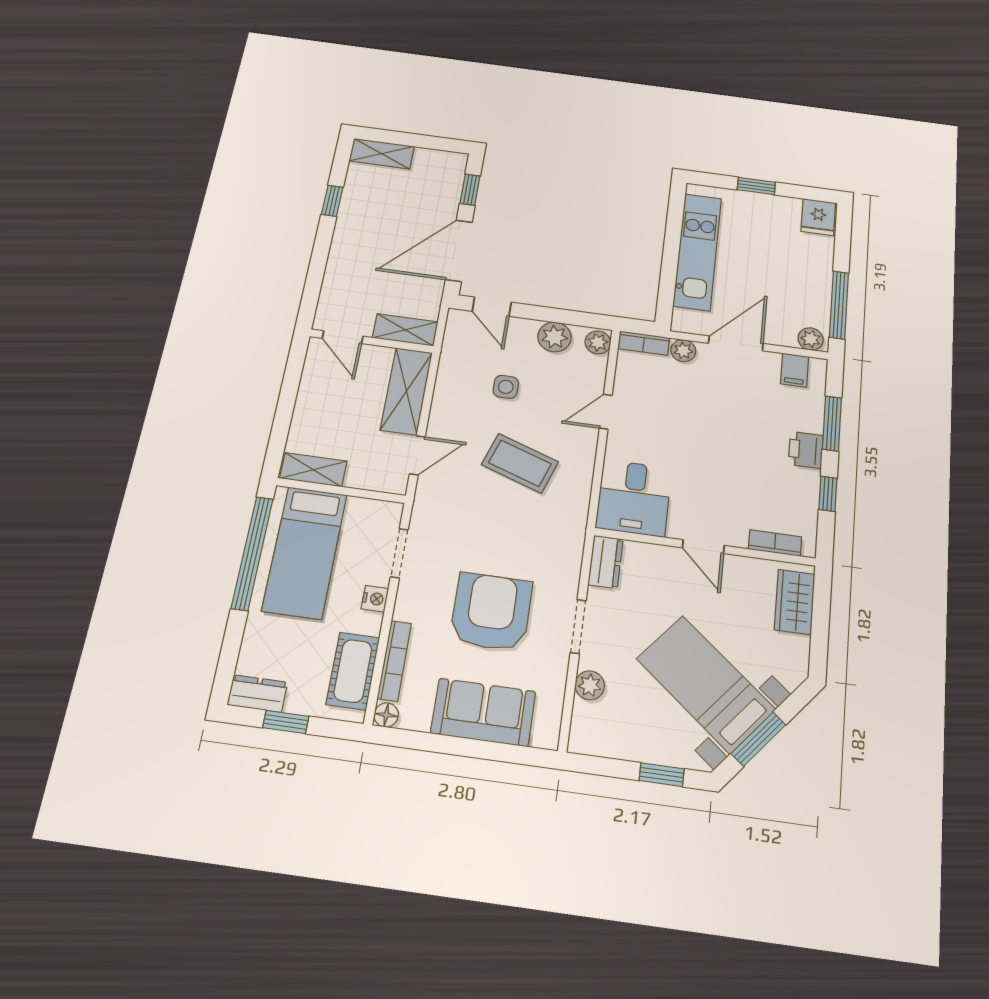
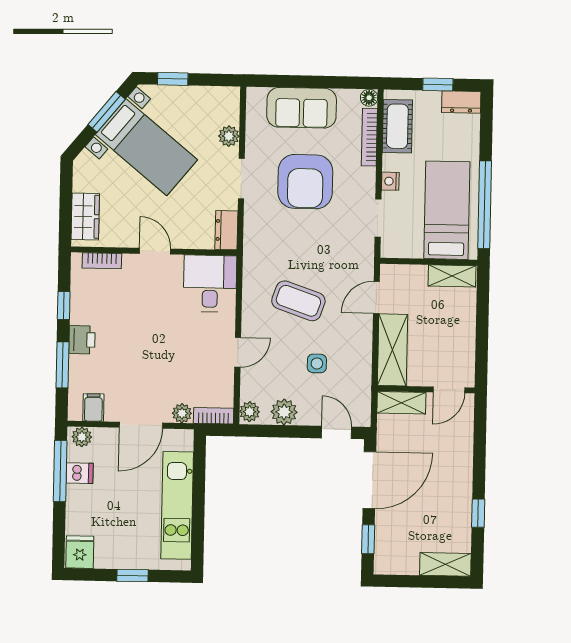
dishwasher: (815, 300) -> (80, 473), added
door: (343, 337) -> (449, 390), swing flipped

